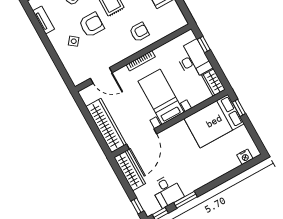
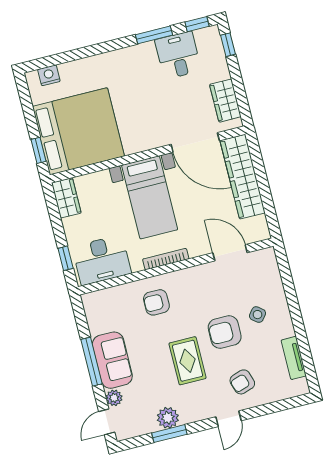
desk: (193, 60) -> (102, 260), moved, turned -90
bed: (214, 121) -> (78, 131), width x1.36
door: (142, 139) -> (195, 143), swing flipped
wardrobe: (130, 170) -> (225, 101), width x0.67

